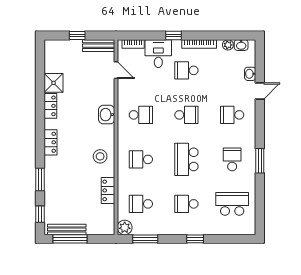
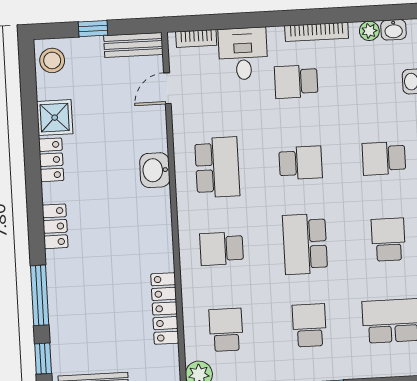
window: (173, 35) -> (269, 19), removed
door: (116, 70) -> (167, 88), swing flipped
school desk: (141, 115) -> (217, 167), width x1.85
stool: (100, 156) -> (52, 60), moved
window: (40, 180) -> (40, 295), width x1.44
locker: (108, 190) -> (165, 309), width x1.53
school desk: (141, 204) -> (226, 330), turned 90
school desk: (186, 204) -> (309, 325), turned 90

